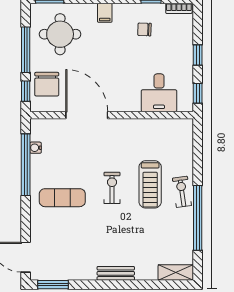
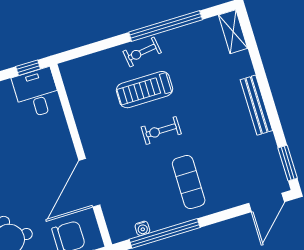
desk: (159, 93) -> (37, 93), moved, turned -90
treadmill: (150, 184) -> (145, 90), turned 180
bench: (116, 273) -> (256, 105), width x1.36

